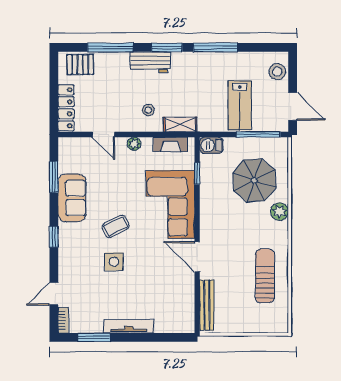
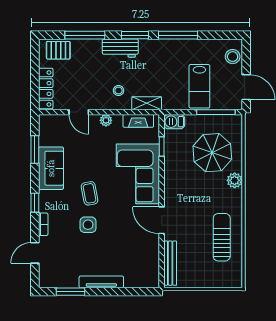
coffee table: (116, 226) -> (90, 193), turned -74
bookcase: (63, 320) -> (43, 224), moved

